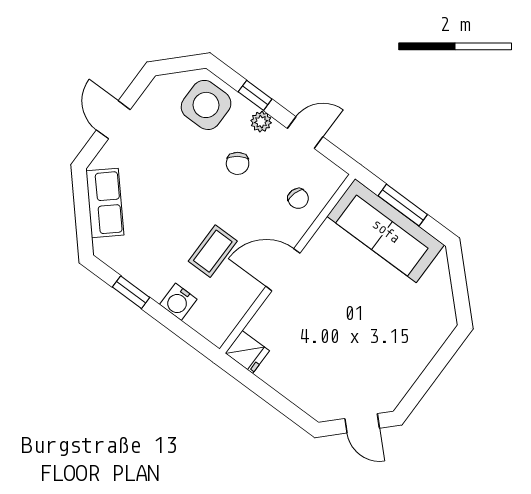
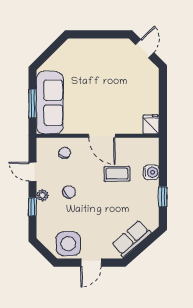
side table: (206, 105) -> (68, 244), moved

